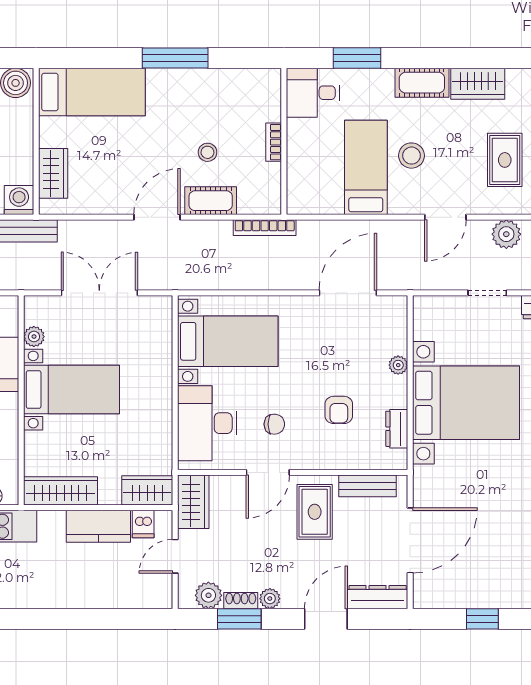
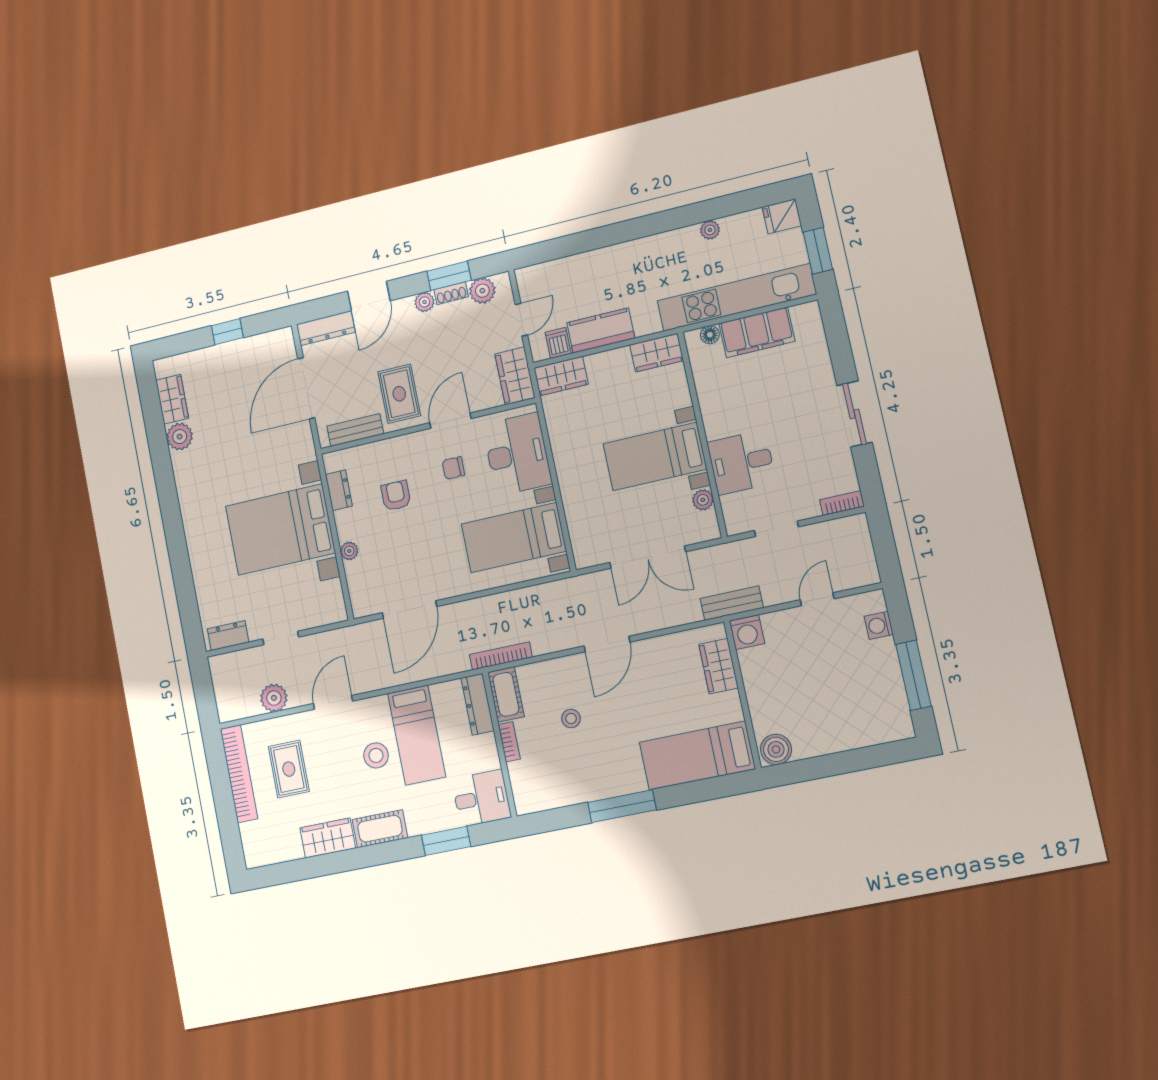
dresser: (298, 185) -> (478, 704), added
cot: (211, 201) -> (506, 694), moved, turned 90
wardrobe: (60, 491) -> (657, 353), width x0.67

